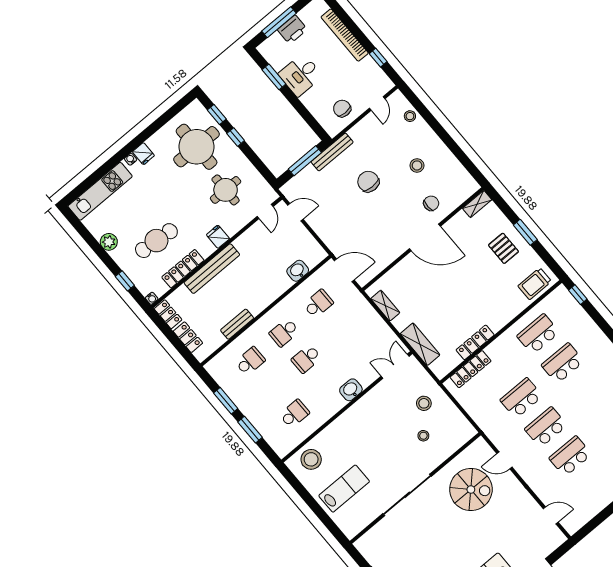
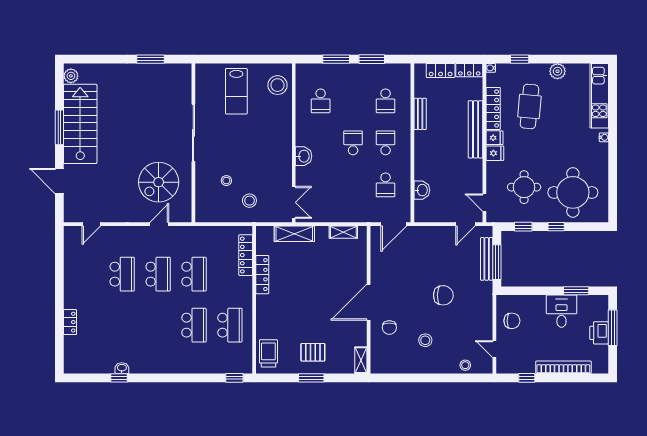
window: (217, 115) -> (523, 227), moved
bench: (332, 152) -> (487, 259), moved
fridge: (143, 154) -> (494, 138), moved, turned 180

